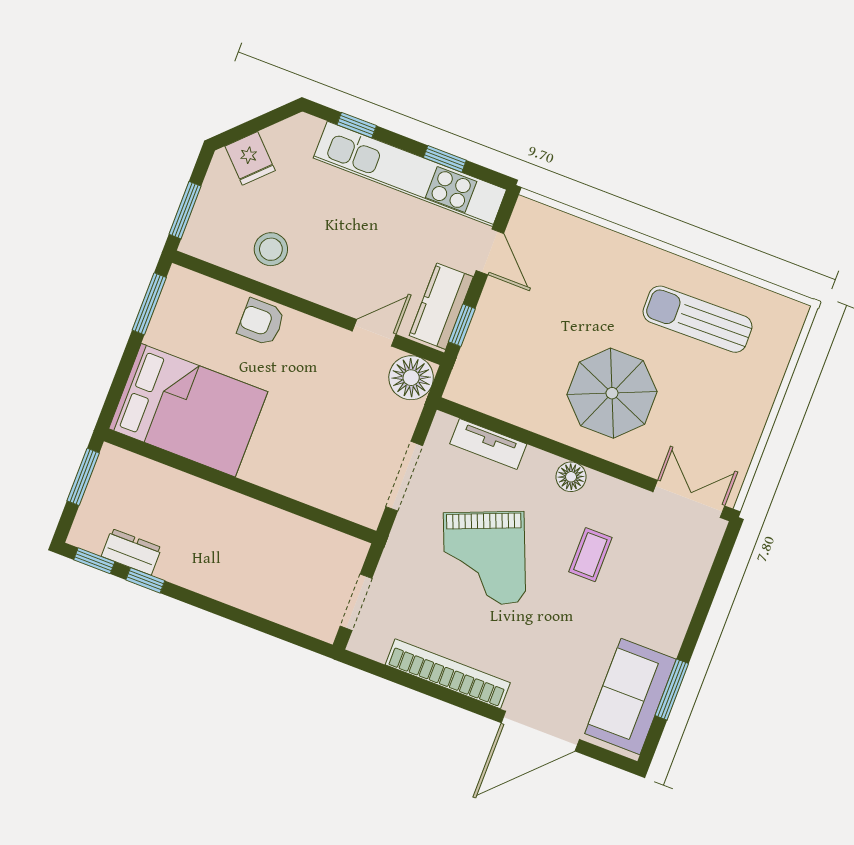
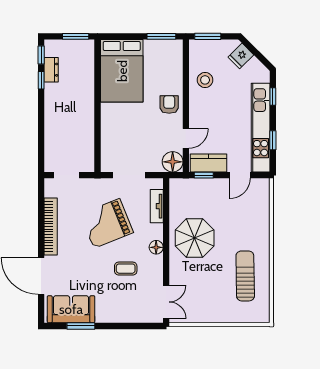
armchair: (261, 322) -> (169, 105), moved
door: (374, 333) -> (186, 138), hinge flipped
parasol: (612, 393) -> (195, 238), moved

